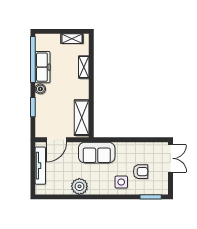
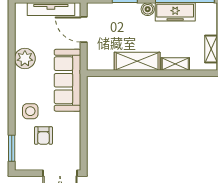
shelving: (82, 118) -> (137, 61), moved
sofa: (97, 153) -> (67, 80), width x1.36

